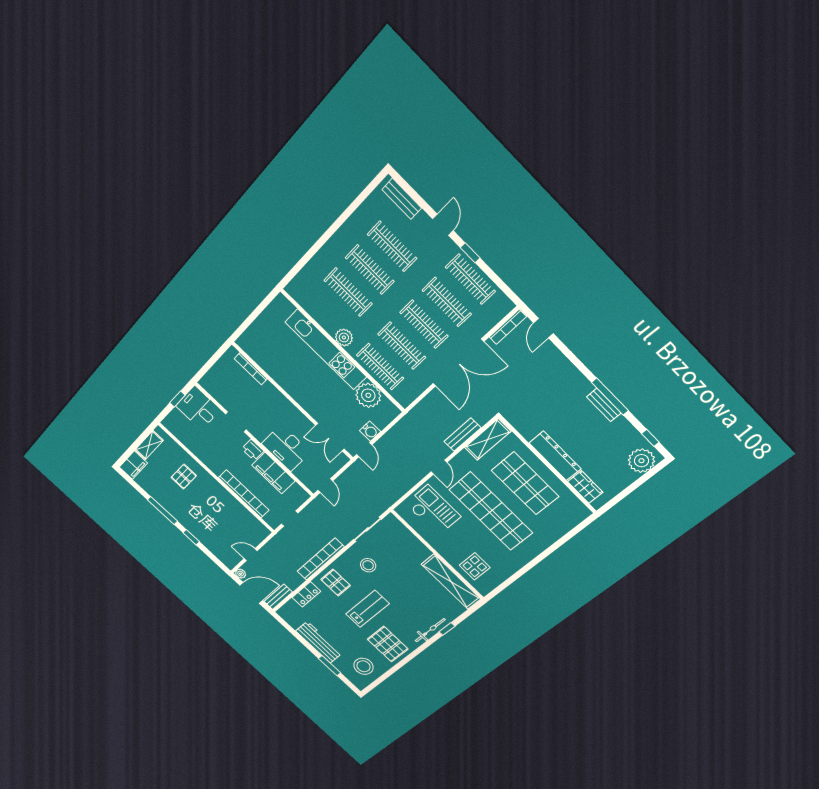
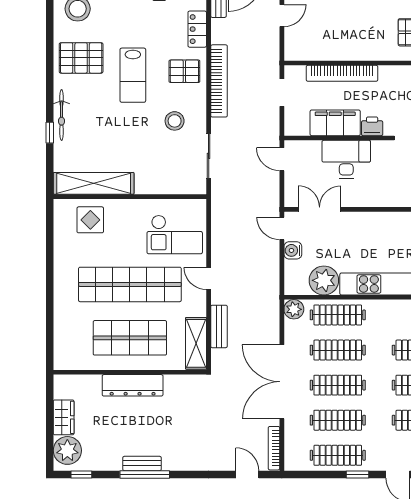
plant: (344, 337) -> (294, 309), moved
wardrobe: (585, 487) -> (64, 417), moved, turned -90

